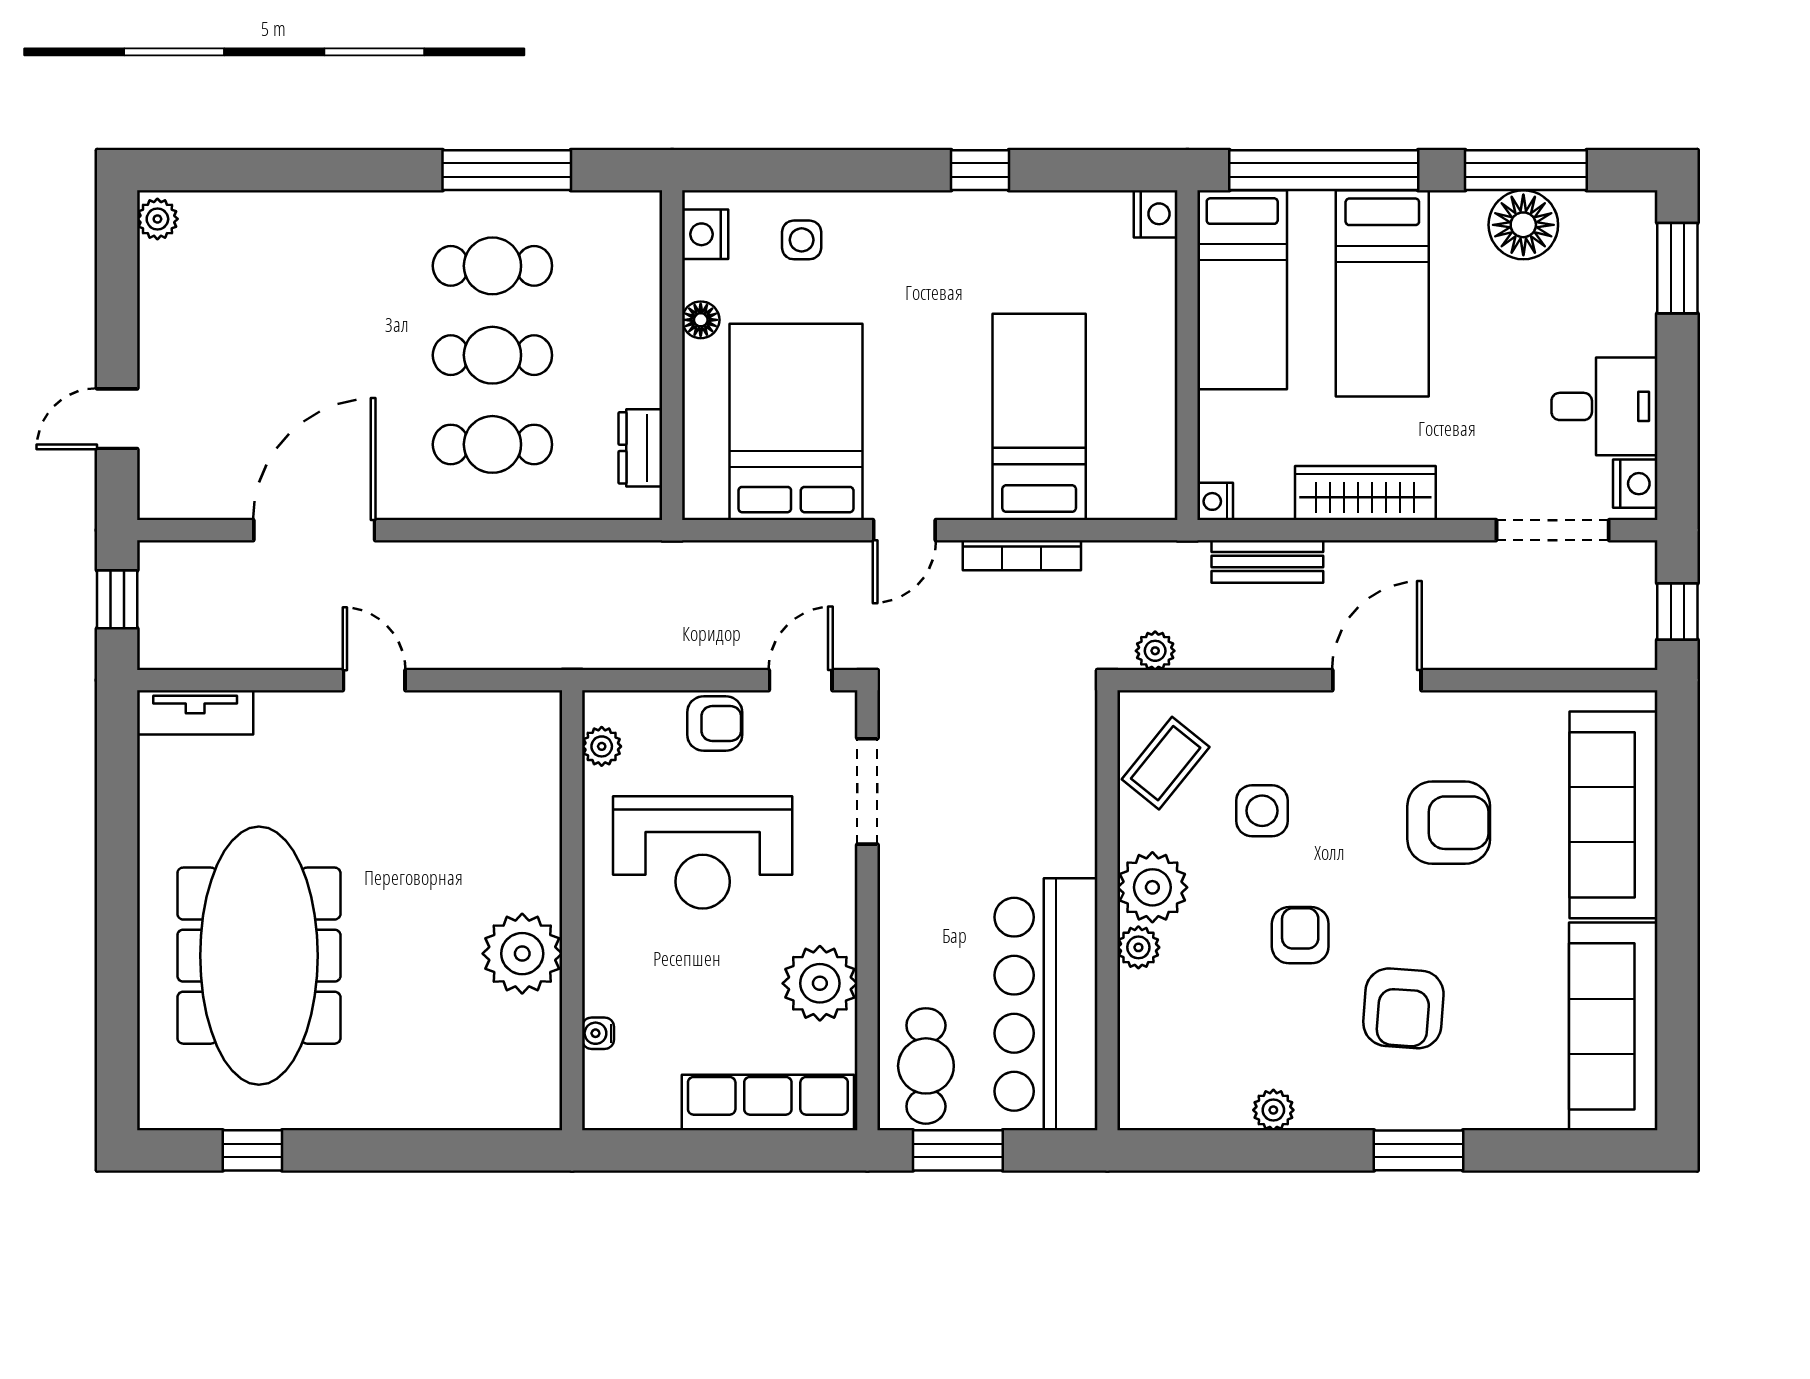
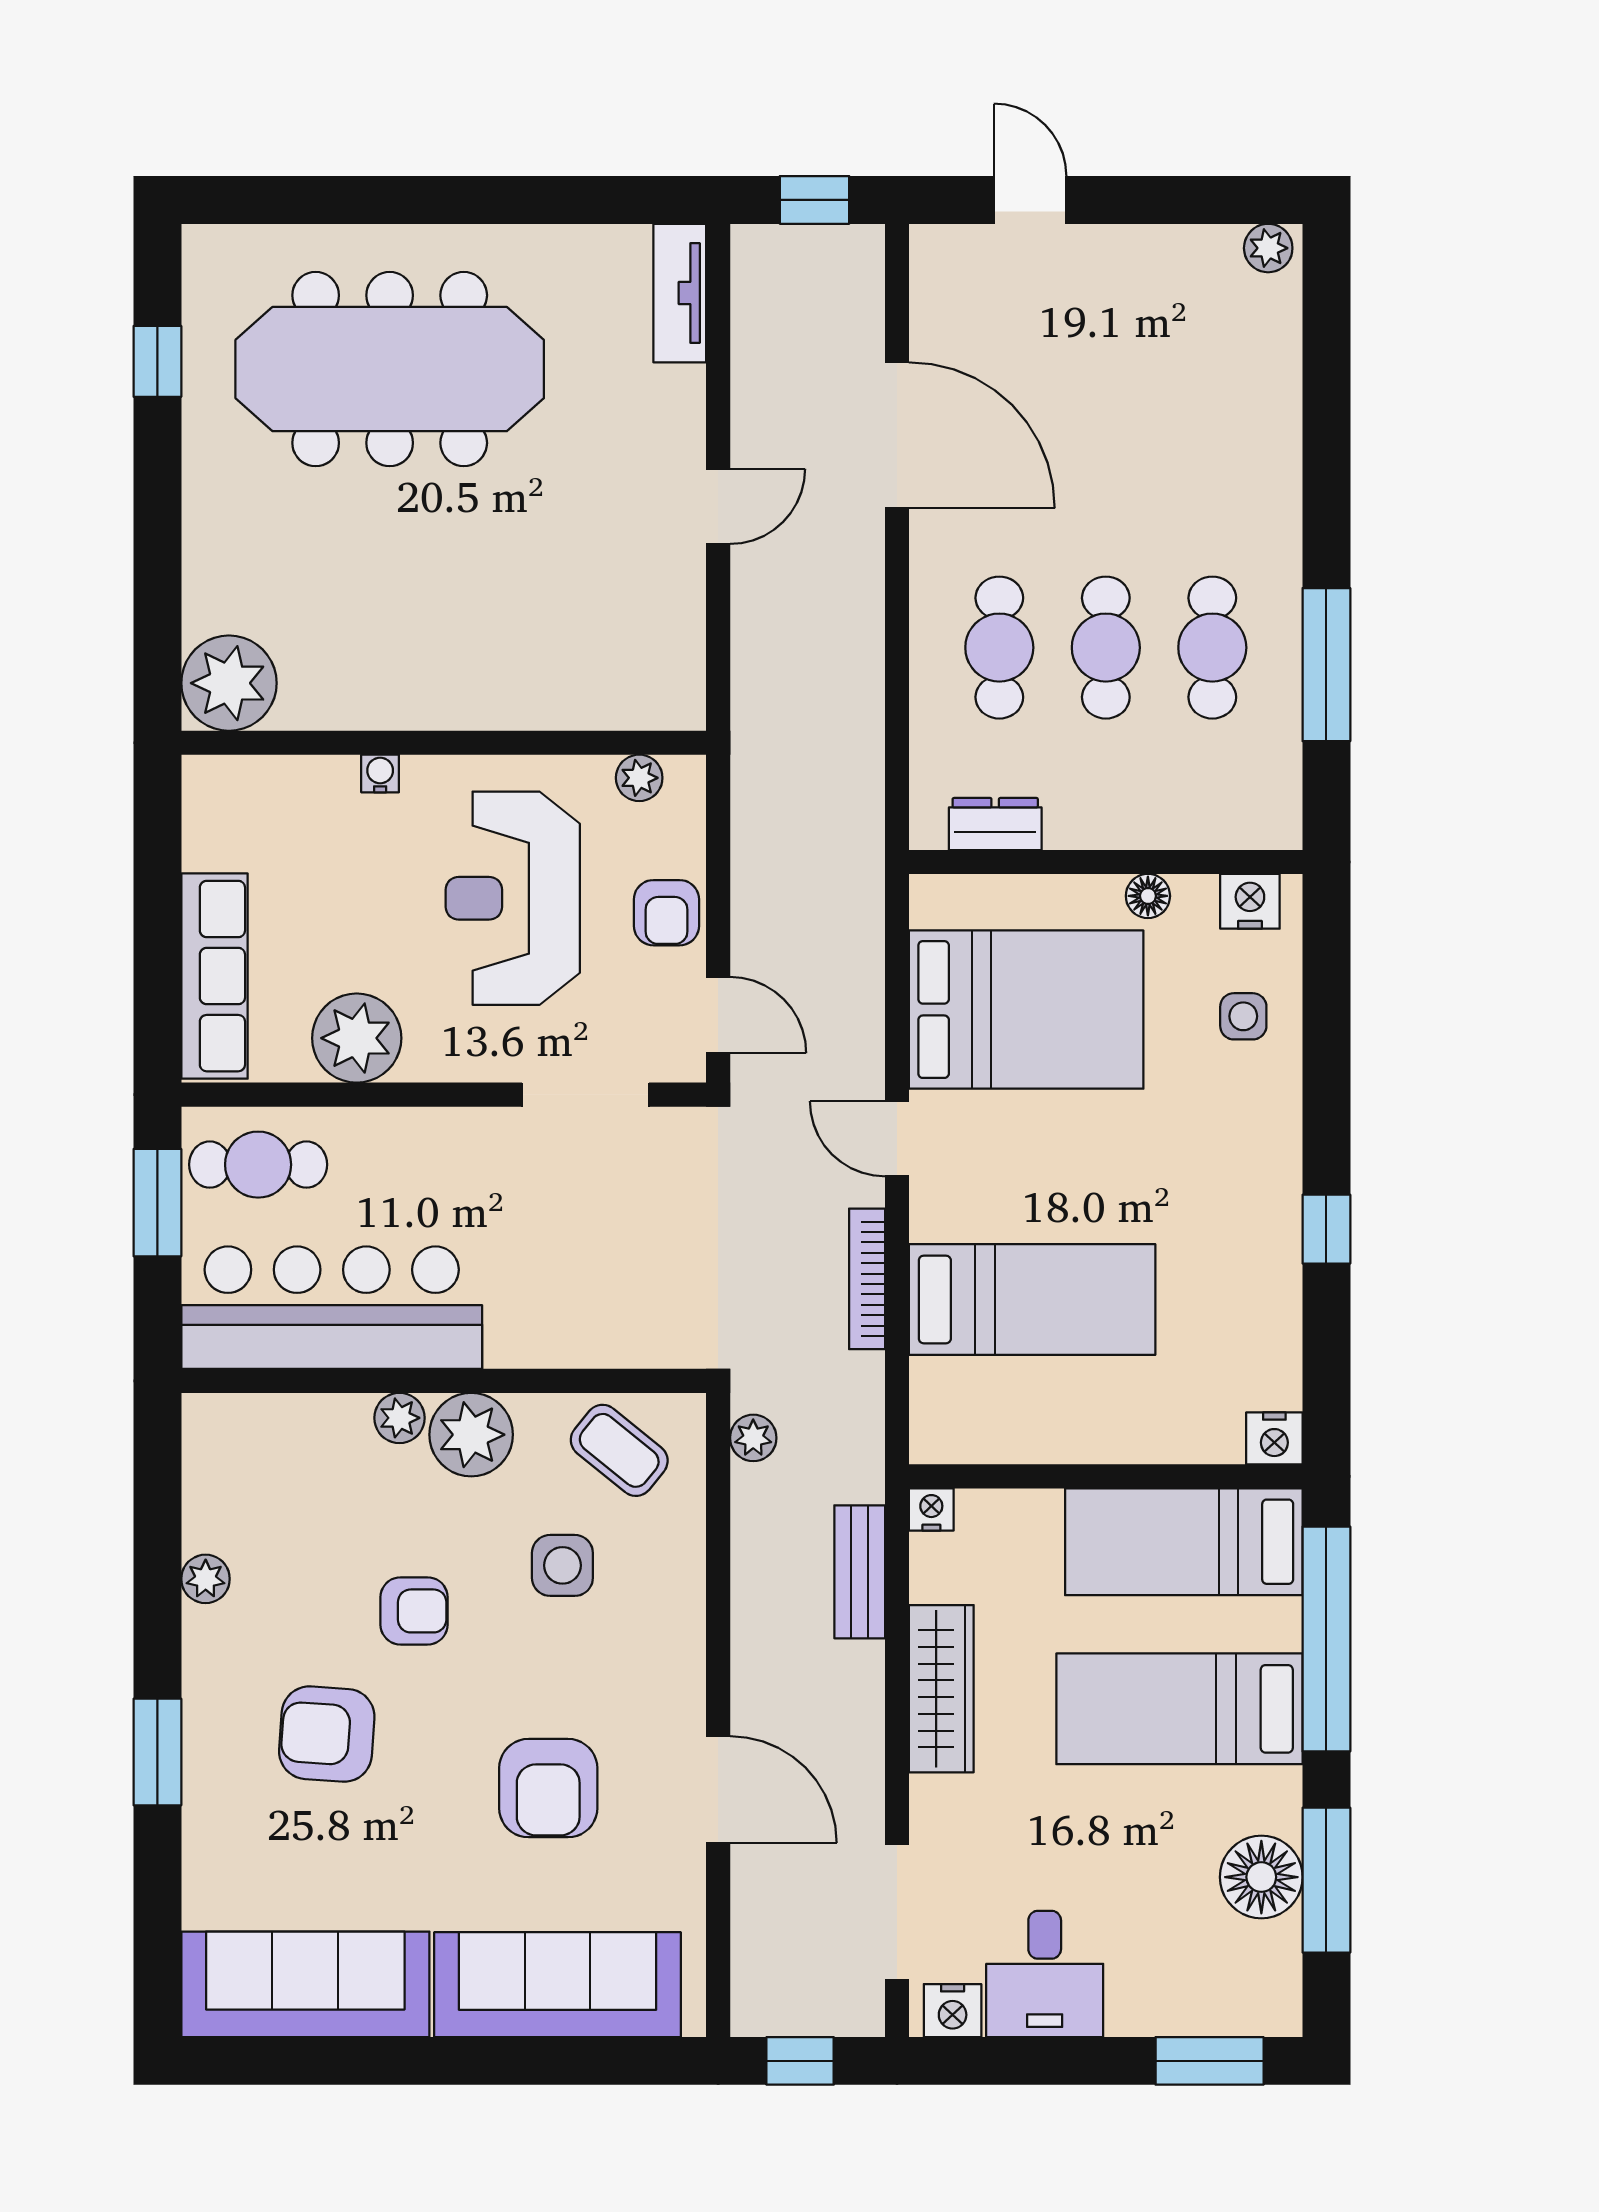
door: (1377, 680) -> (718, 1790), moved
plant: (522, 954) -> (229, 683), moved
water cooler: (598, 1033) -> (380, 773), moved

